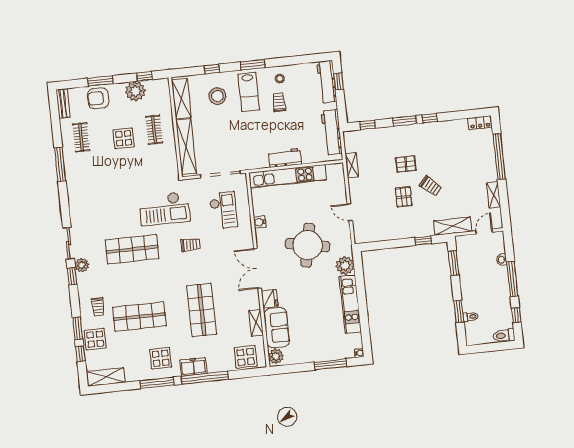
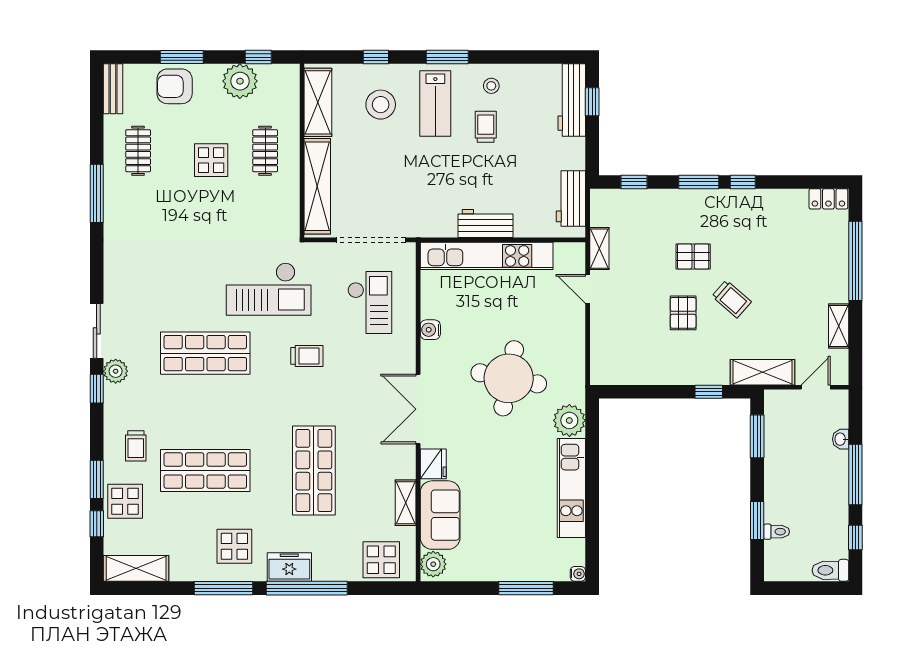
workbench: (332, 132) -> (571, 198), width x0.73
door: (350, 212) -> (588, 289), moved

